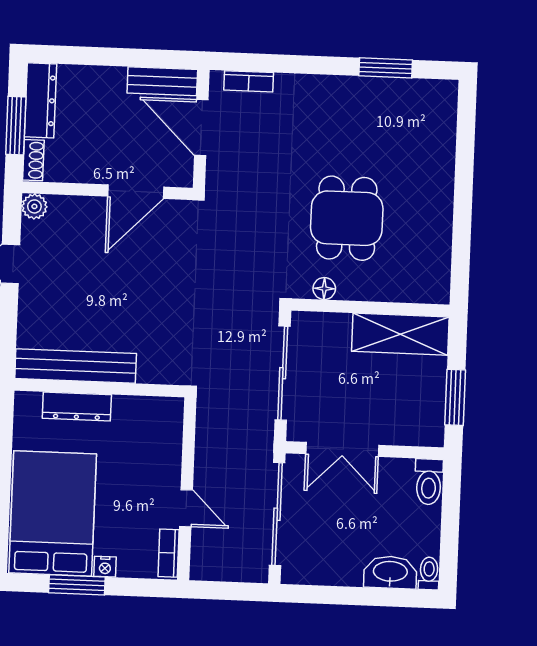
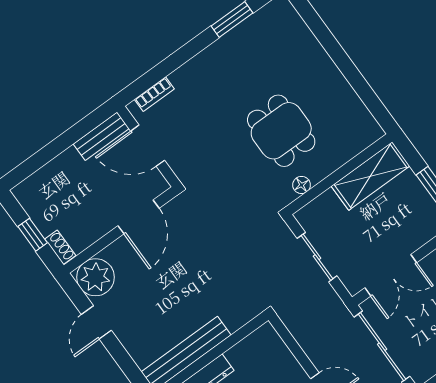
dresser: (40, 100) -> (36, 207), removed
window: (16, 126) -> (33, 235), width x0.67
plant: (34, 206) -> (96, 277), width x1.87, depth x1.87
sliding door: (283, 373) -> (317, 257), width x0.73

